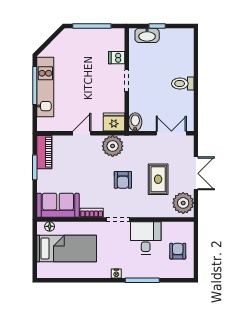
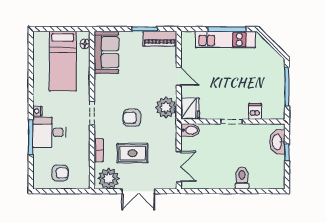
toilet: (183, 84) -> (242, 178), moved
bookcase: (92, 213) -> (99, 150), moved
desk: (146, 238) -> (49, 132), moved, turned 180

